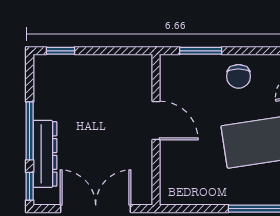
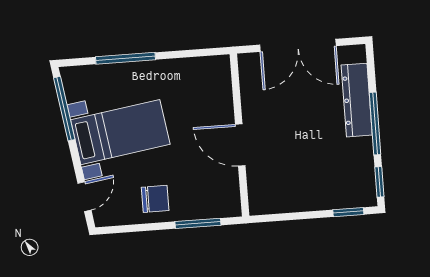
chair: (238, 76) -> (155, 199), turned 90
window: (30, 186) -> (379, 182), moved

